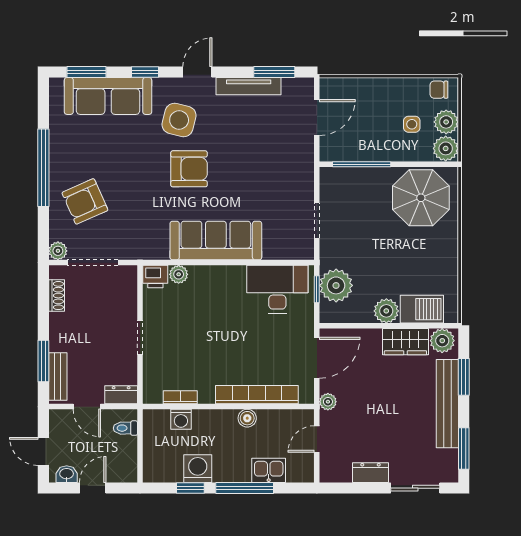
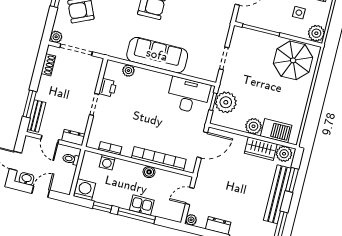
plant: (446, 122) -> (321, 17), removed
printer: (155, 276) -> (108, 88), moved, turned -90
plant: (328, 402) -> (191, 220), moved
washing machine: (198, 469) -> (85, 190), moved
kitchen sink: (269, 470) -> (142, 205), moved

